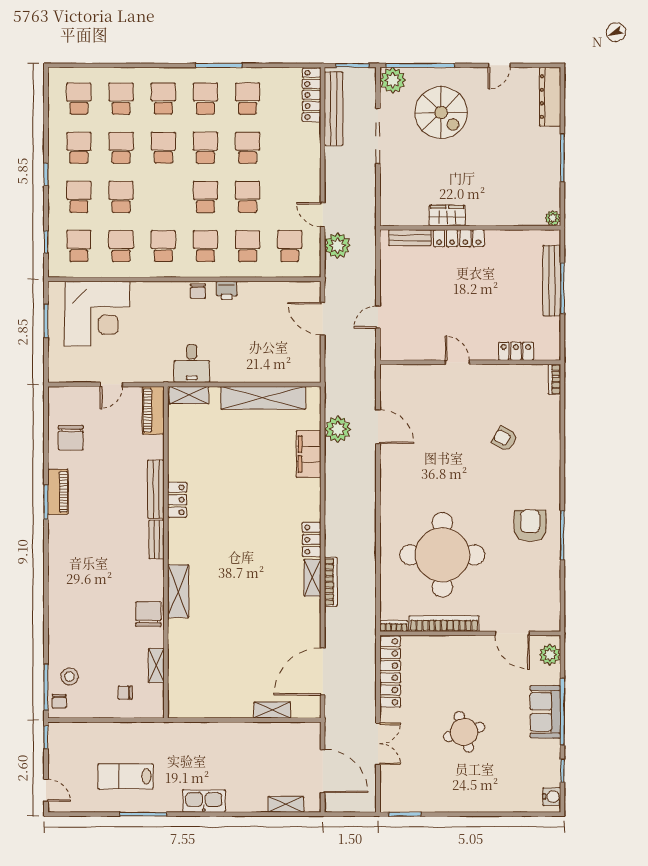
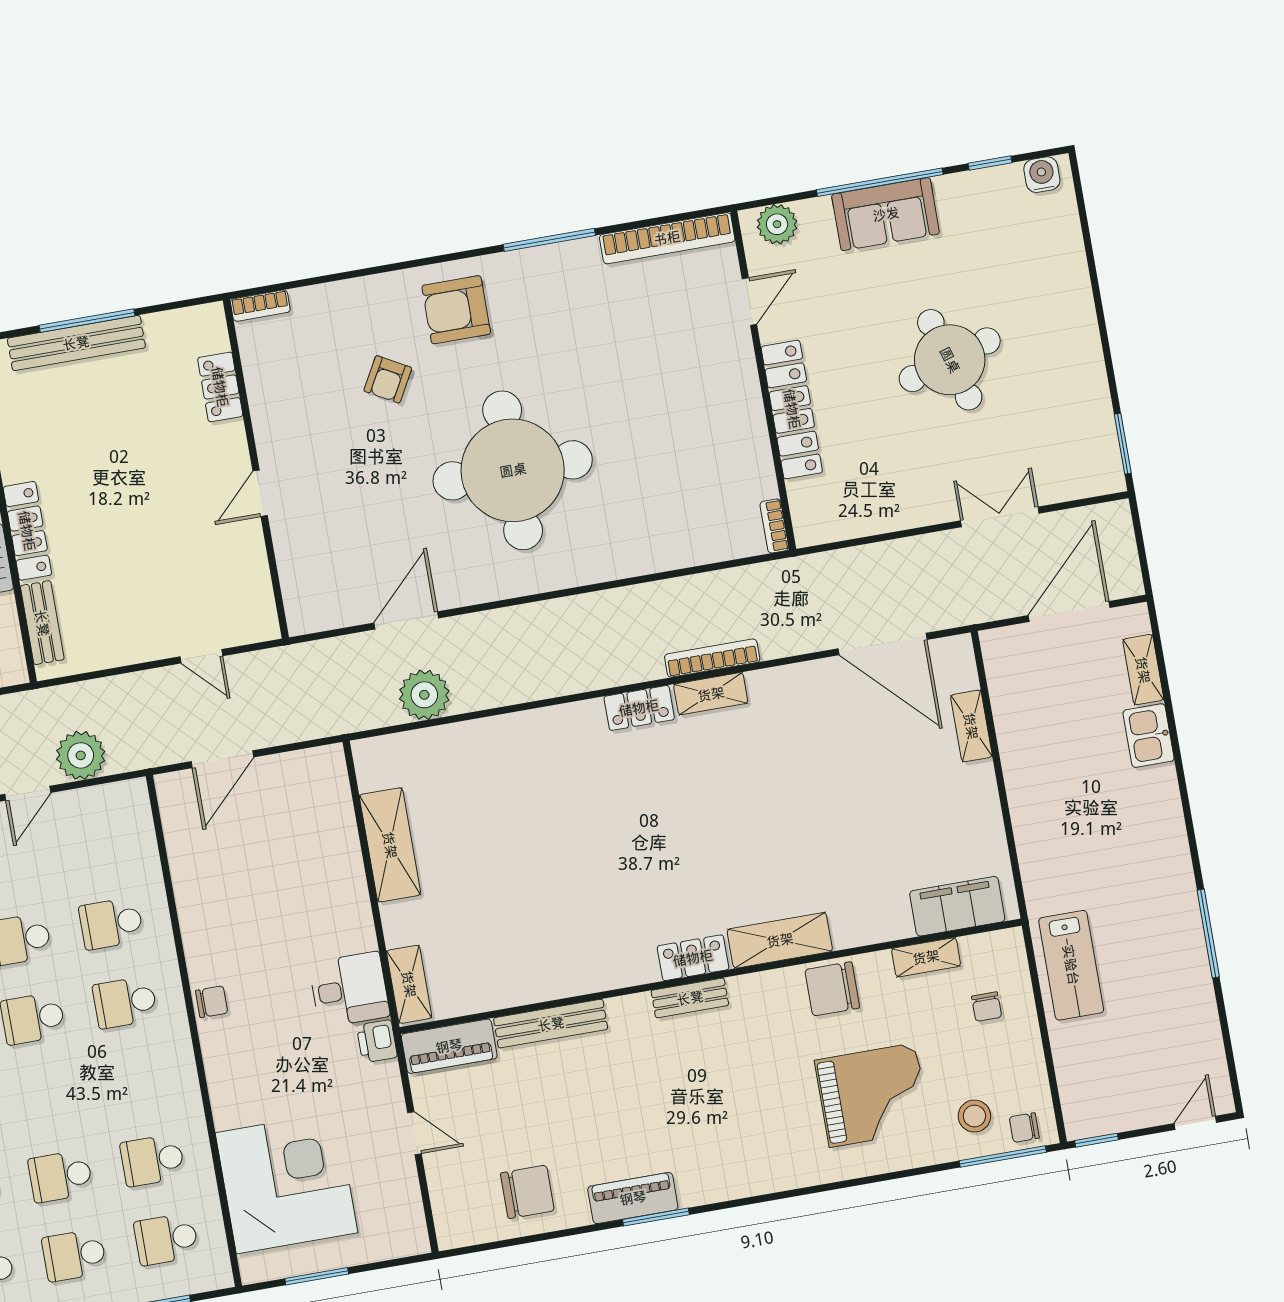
school desk: (163, 246) -> (139, 1081), removed
school desk: (290, 246) -> (97, 844), removed
printer: (227, 290) -> (377, 1041), moved, turned 180
shelving: (263, 398) -> (390, 845), width x0.68
filing cabinet: (309, 454) -> (957, 906), moved, turned 180
bench: (156, 489) -> (551, 1024), moved
locker: (177, 500) -> (693, 958), moved
armchair: (530, 526) -> (456, 310), moved
round table: (442, 555) -> (513, 470), moved
bookcase: (444, 624) -> (667, 238), moved, turned -90
grand piano: (90, 625) -> (873, 1095), added
door: (512, 633) -> (749, 302), width x0.73
locker: (390, 672) -> (792, 409), moved, turned 90
chair: (59, 701) -> (1024, 1128), turned 180
round table: (464, 732) -> (950, 360), width x1.36, depth x1.36
lab bench: (126, 776) -> (1071, 965), moved
kitchen sink: (204, 801) -> (1149, 736), moved, width x0.73

